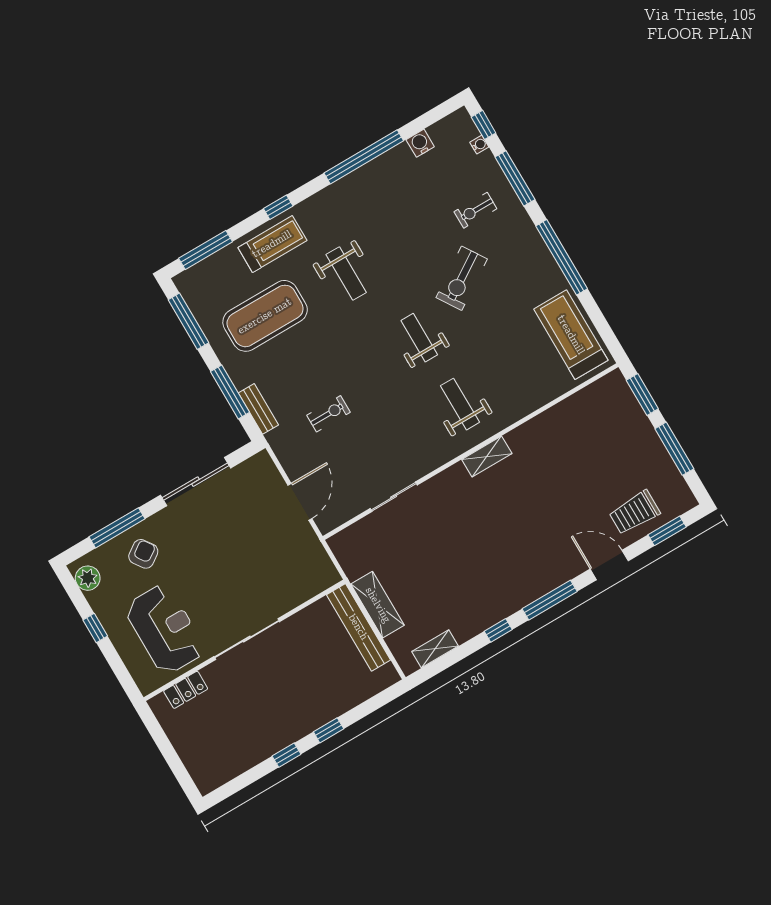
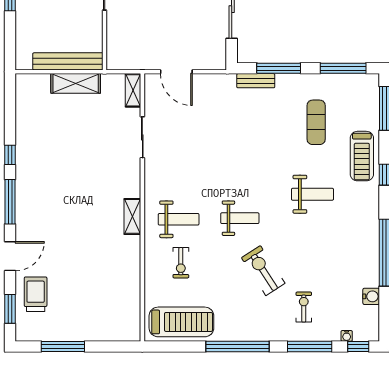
weight bench: (346, 273) -> (312, 194), turned 180
exercise mat: (265, 316) -> (316, 122), width x0.50, depth x0.69
window: (642, 394) -> (112, 347), removed
exercise bike: (329, 414) -> (181, 263), moved
shelving: (435, 649) -> (133, 90), moved

